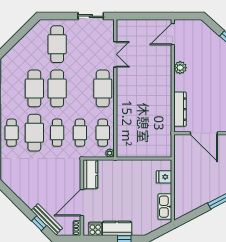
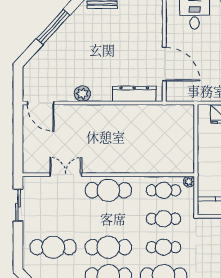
door: (204, 133) -> (164, 64), hinge flipped

